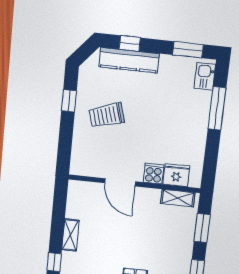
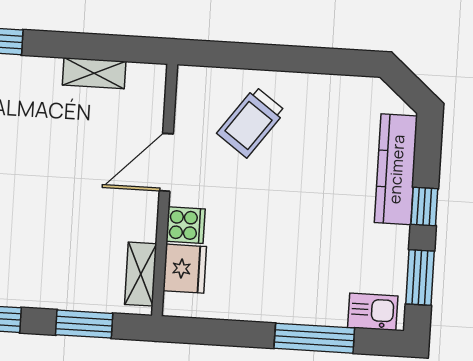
window: (130, 43) -> (424, 206), moved
window: (69, 101) -> (316, 60), removed
trolley: (107, 115) -> (251, 122), moved, turned -127
shelving: (70, 235) -> (94, 73), moved

